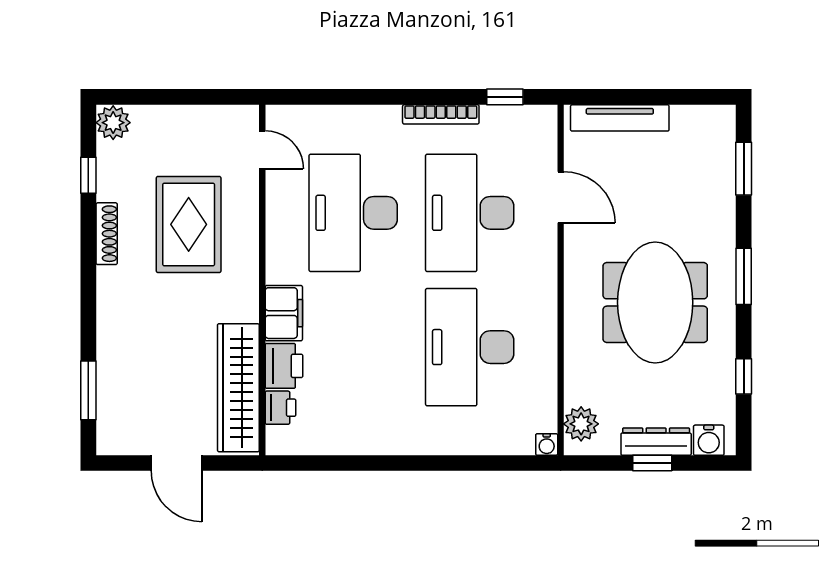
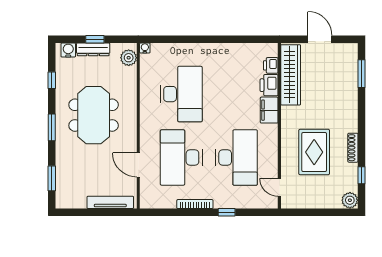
window: (505, 97) -> (227, 212), moved
desk: (470, 213) -> (181, 158), turned 180

